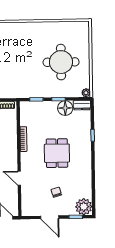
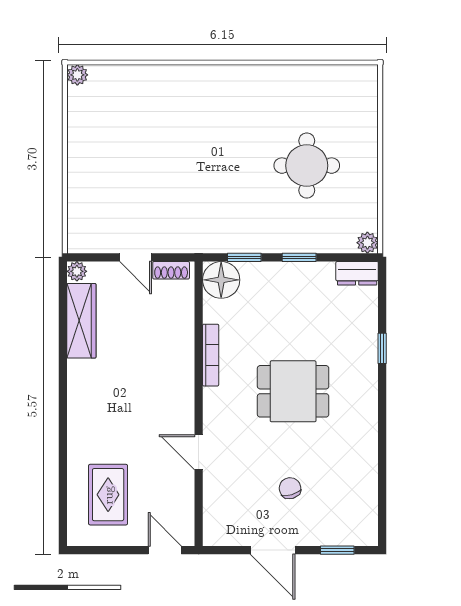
round table: (61, 62) -> (307, 166), width x0.73, depth x0.73
floor lamp: (65, 108) -> (221, 280), moved
dining table: (57, 153) -> (293, 391), turned 90
plant: (84, 207) -> (357, 525), removed

